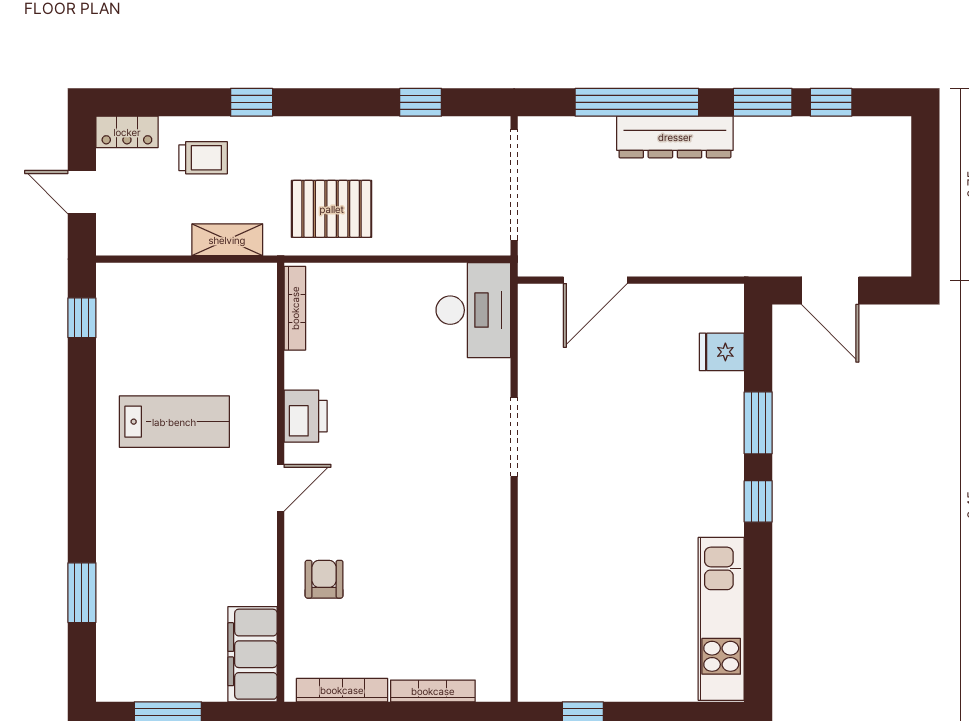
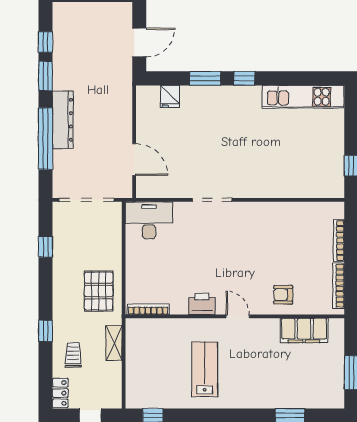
filing cabinet: (252, 654) -> (304, 330), moved

